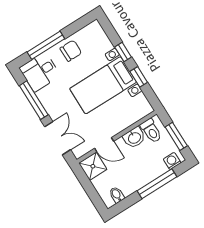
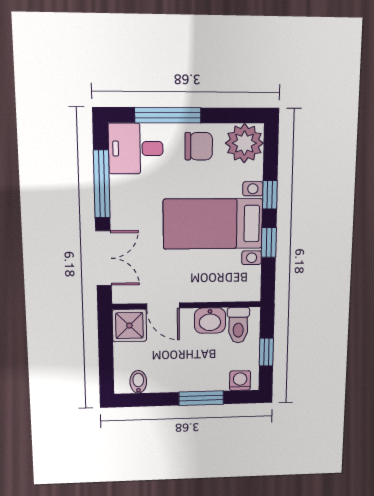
plant: (93, 35) -> (244, 143), added
window: (176, 136) -> (266, 352), width x0.67
window: (157, 184) -> (201, 398), width x0.69

